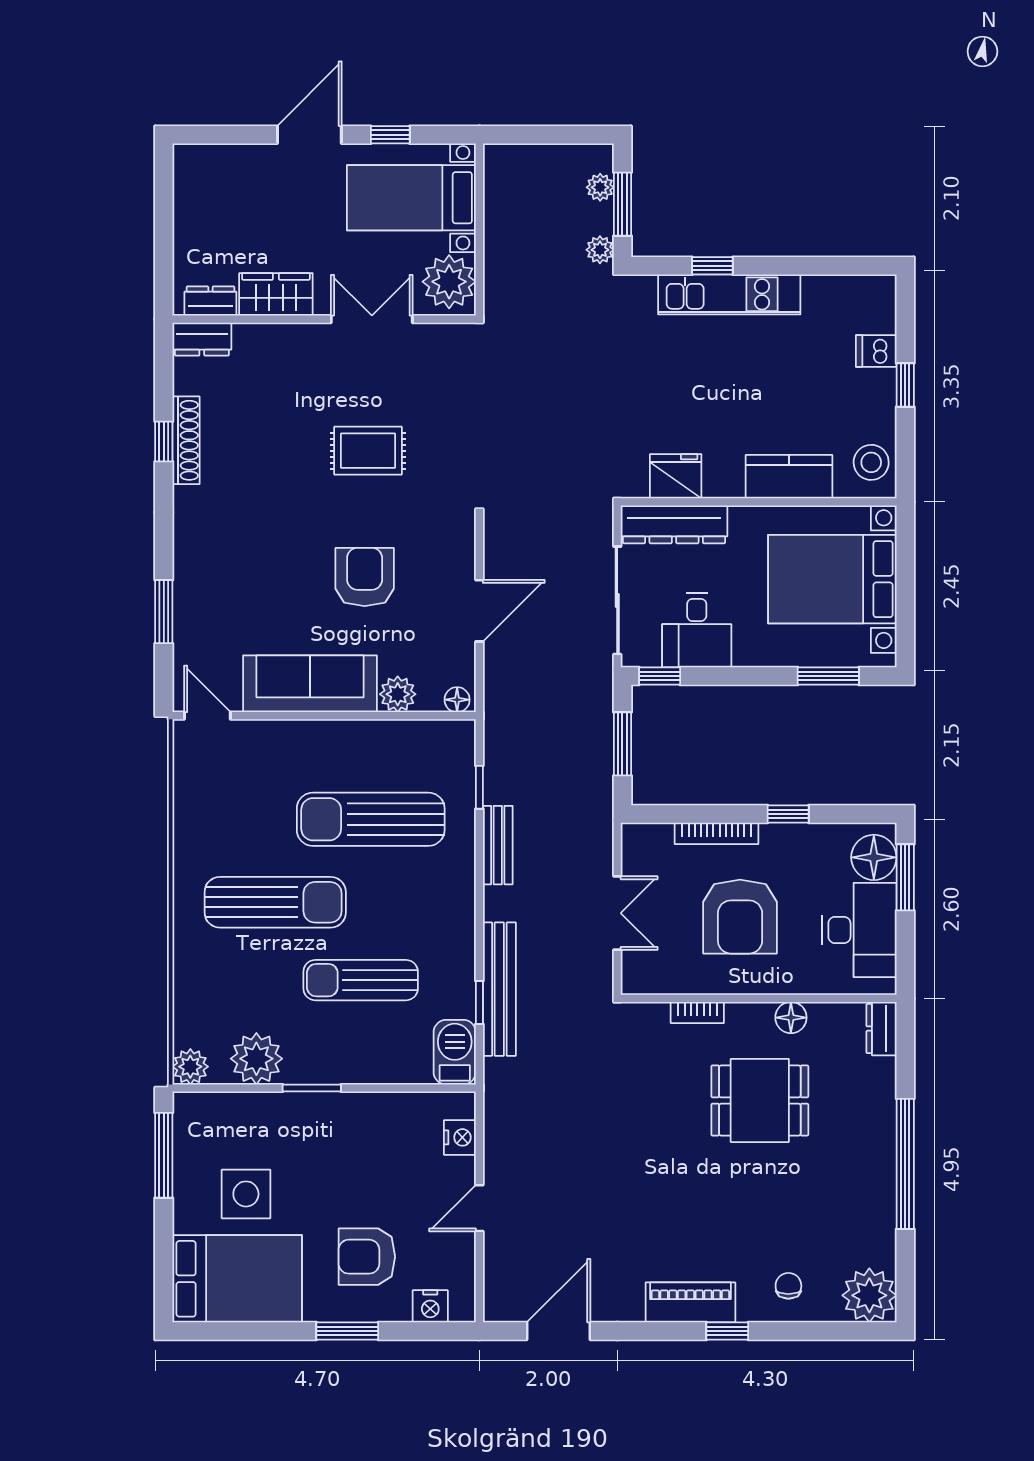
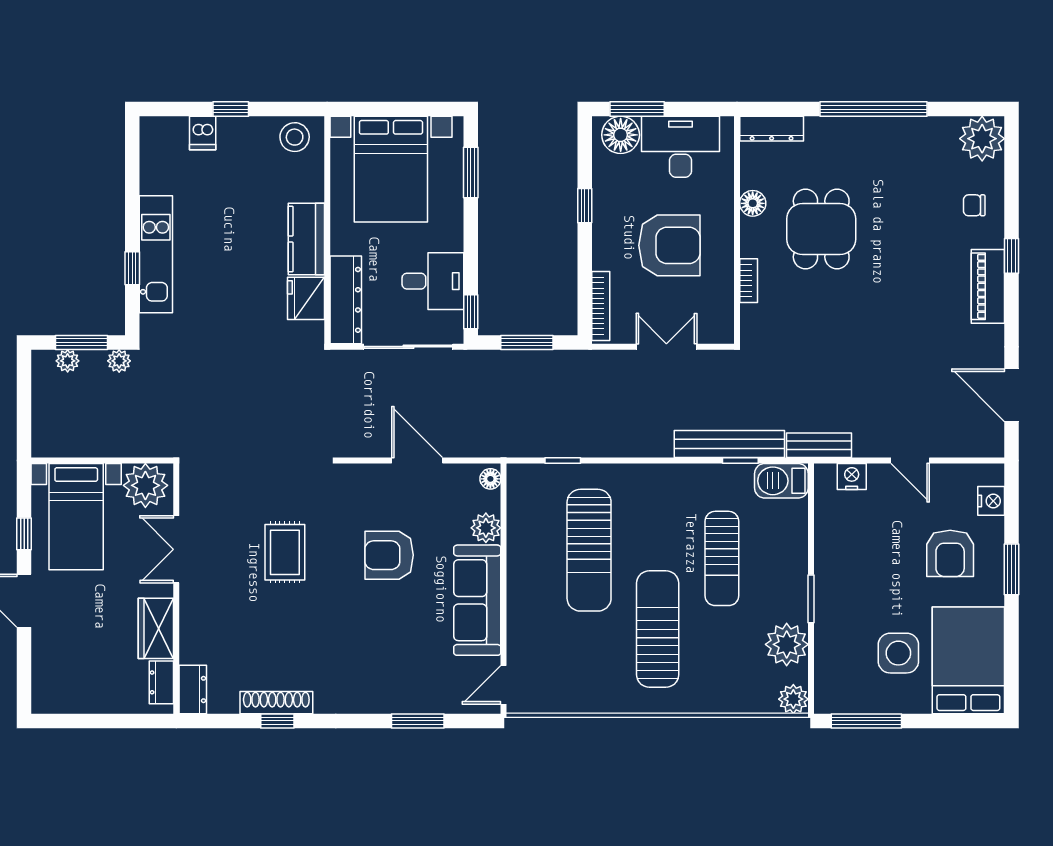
kitchen counter: (789, 477) -> (306, 239), moved
bookcase: (717, 833) -> (601, 306), moved
bench: (498, 845) -> (819, 445), moved
dresser: (881, 1029) -> (772, 129), width x1.44

